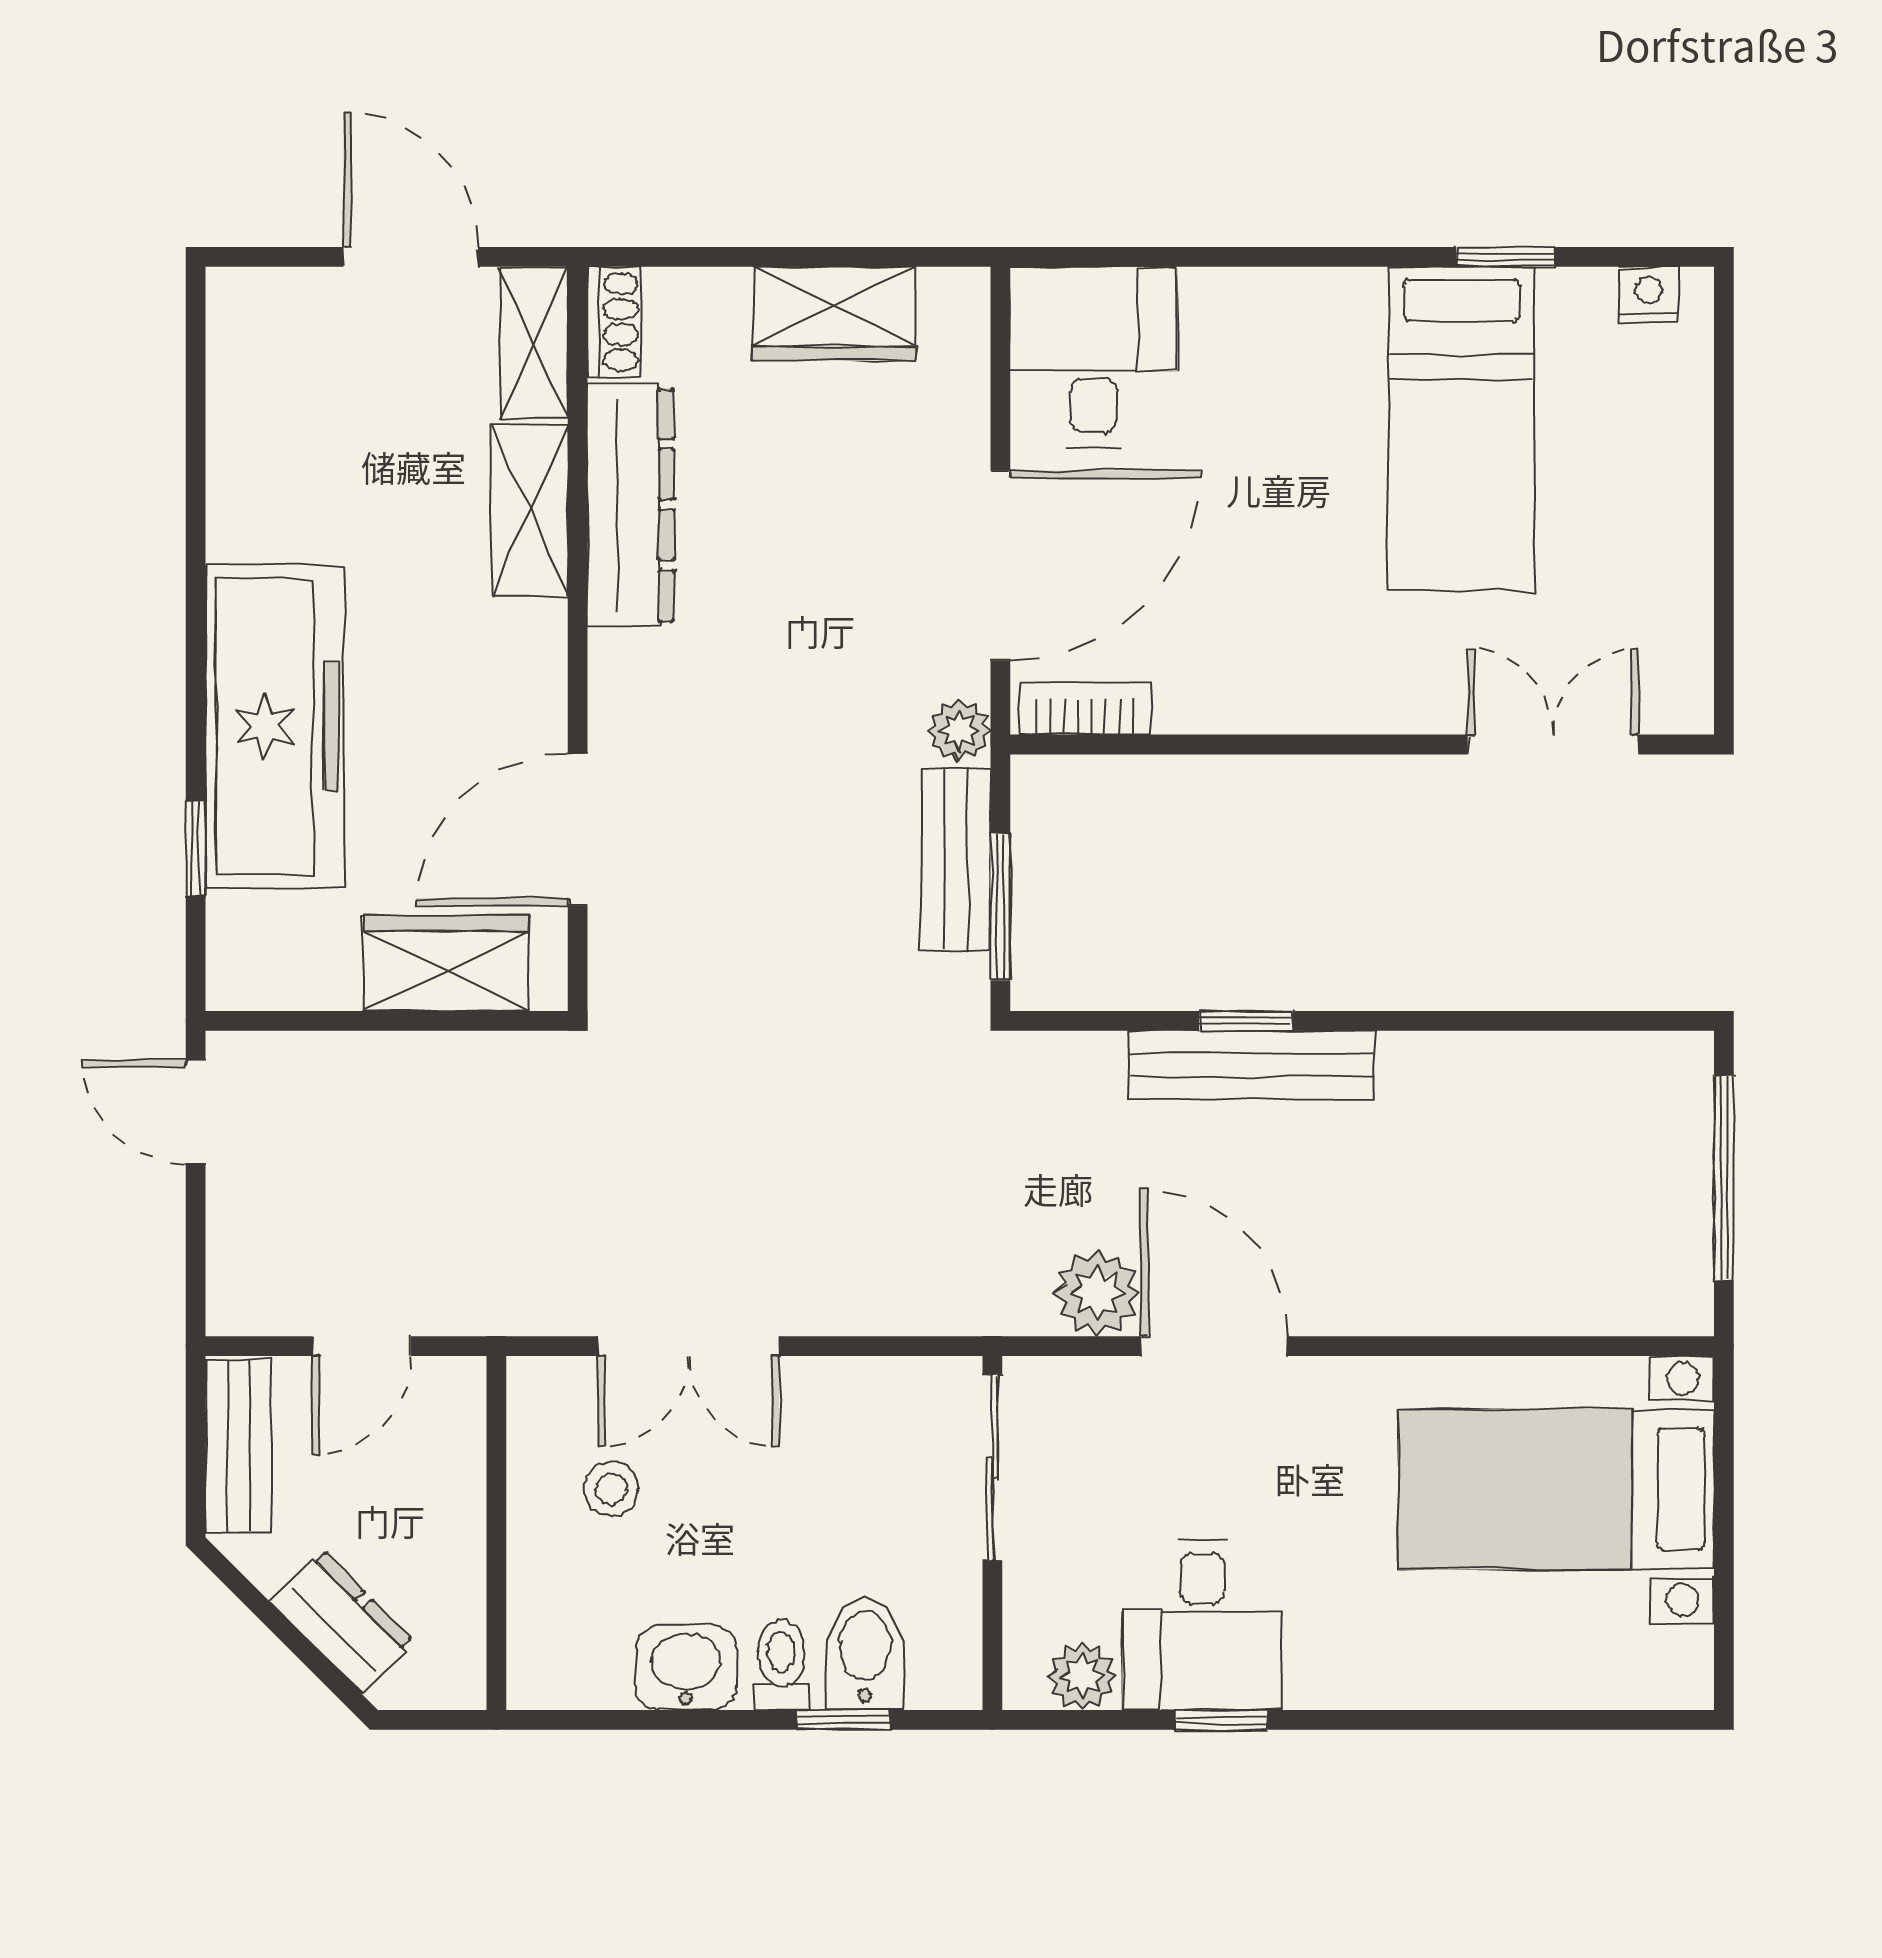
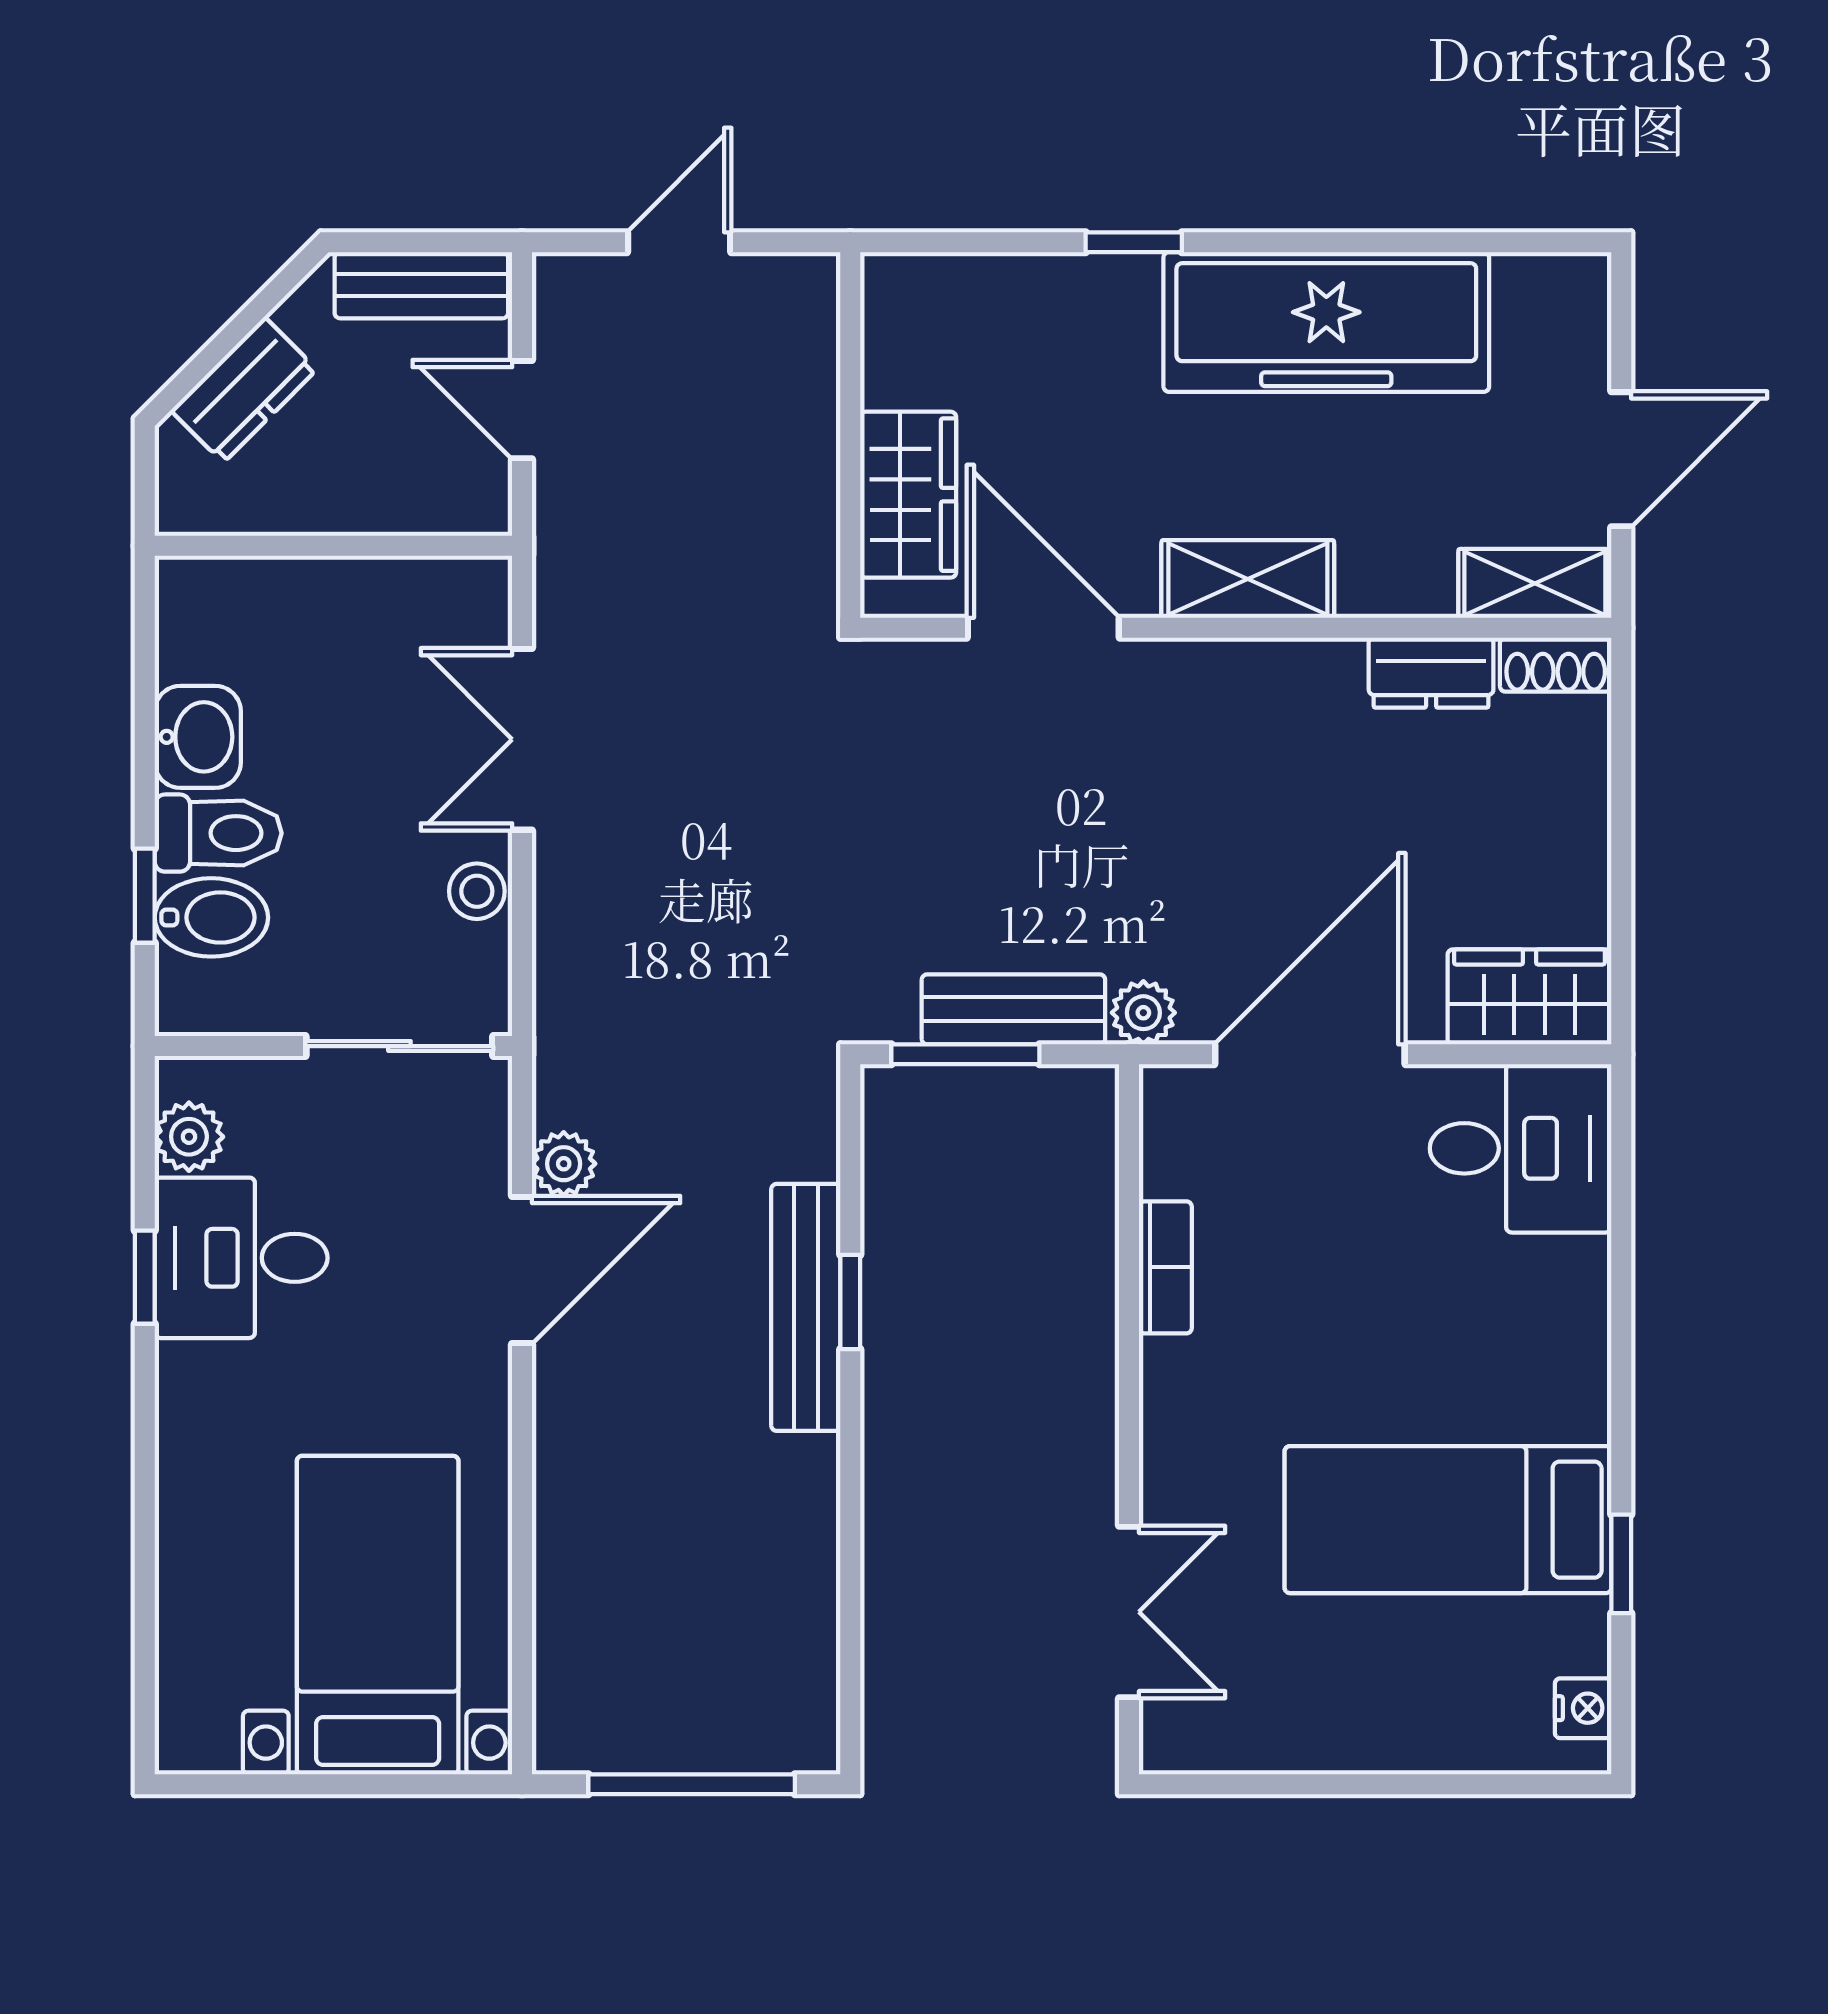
wardrobe: (834, 314) -> (1529, 997), moved, turned 90
dresser: (631, 505) -> (1431, 673), width x0.51, depth x0.80
shelving: (529, 510) -> (1248, 579), moved
door: (1000, 565) -> (1310, 1054), swing flipped
bookcase: (1085, 709) -> (1165, 1267), moved
freezer: (275, 726) -> (1326, 322), moved
window: (196, 848) -> (1134, 242), moved
door: (196, 1112) -> (679, 242), moved
plant: (1097, 1293) -> (564, 1164), width x0.73, depth x0.73
stool: (611, 1489) -> (477, 891), moved
toilet: (781, 1665) -> (218, 833), width x1.37, depth x1.39

